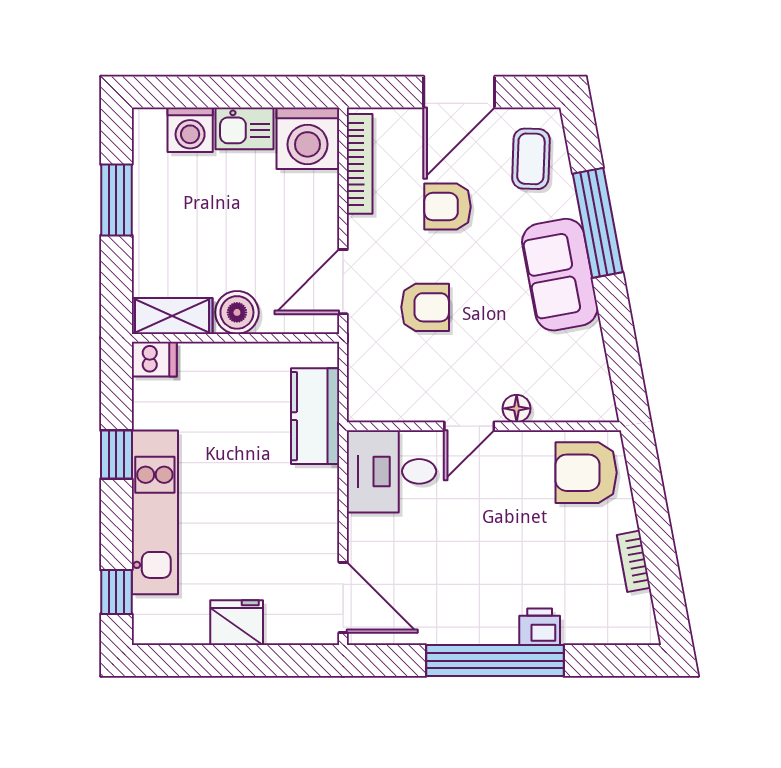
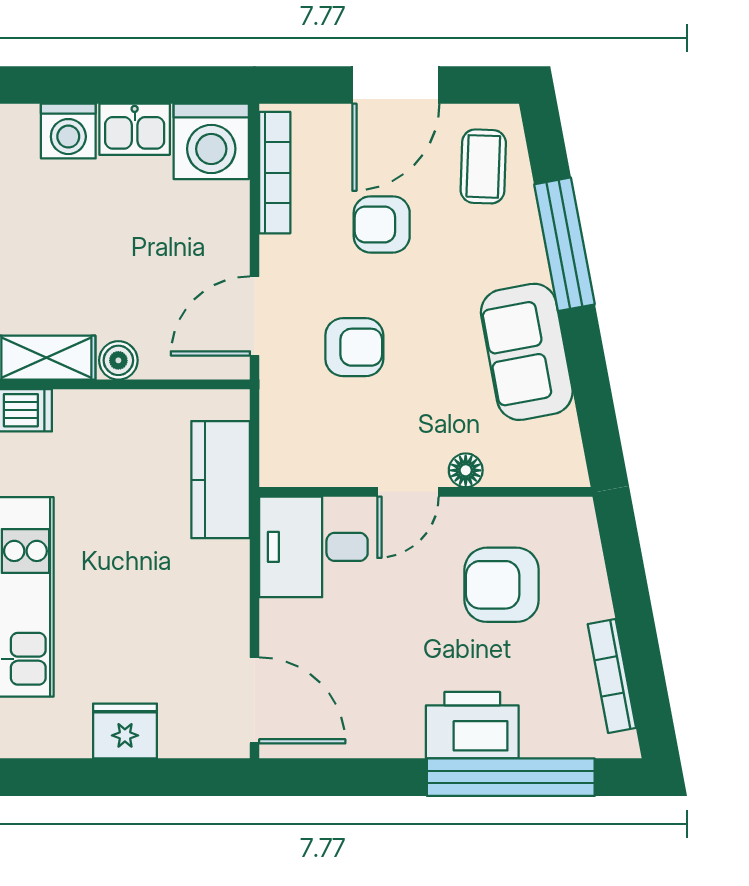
sofa: (560, 275) -> (527, 352), moved
boiler: (237, 312) -> (118, 360), width x0.73, depth x0.73
armchair: (586, 473) -> (502, 585), moved
bookcase: (634, 561) -> (612, 676), width x1.56
printer: (540, 627) -> (472, 725), width x1.87, depth x1.48
window: (495, 661) -> (511, 777), moved

